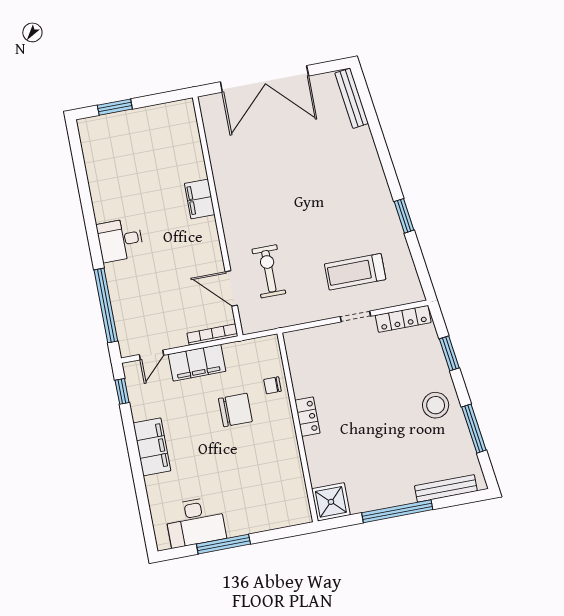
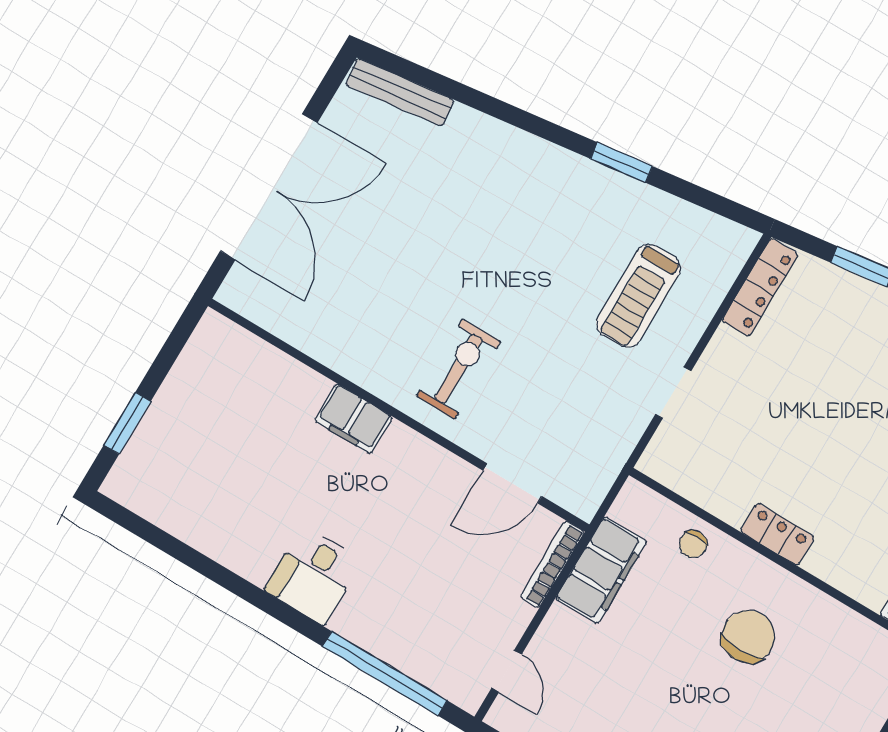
exercise bike: (269, 271) -> (459, 369), moved, turned 90
doorway: (355, 316) -> (673, 393), moved
filing cabinet: (197, 363) -> (601, 570), moved
chair: (235, 410) -> (748, 636), moved

